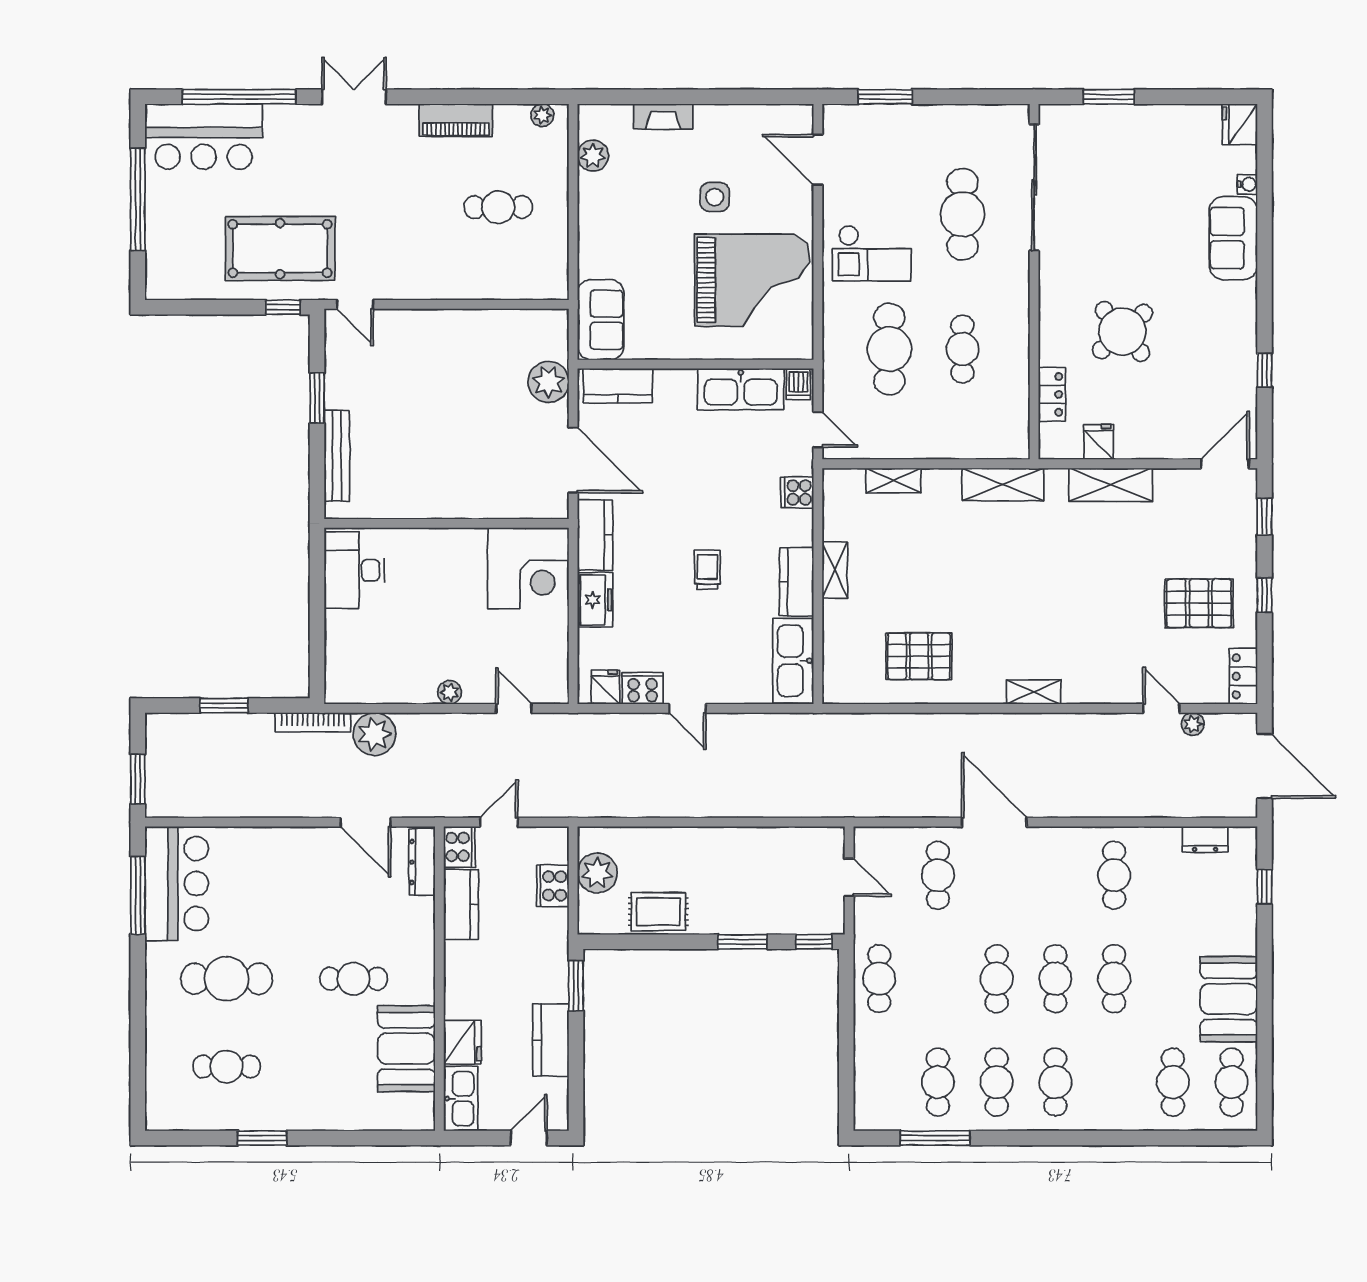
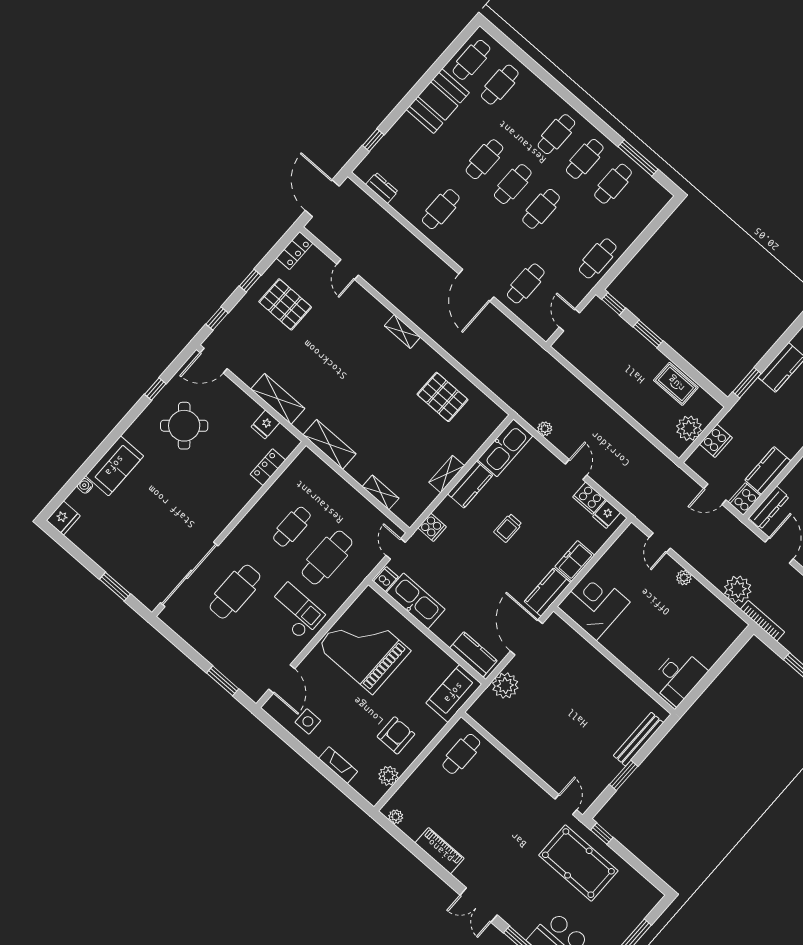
side table: (715, 197) -> (308, 721), moved
cafe table: (498, 207) -> (461, 754), moved, turned 90
armchair: (626, 211) -> (396, 735), added
round table: (1122, 331) -> (184, 426), moved
plant: (1193, 724) -> (545, 429), moved

